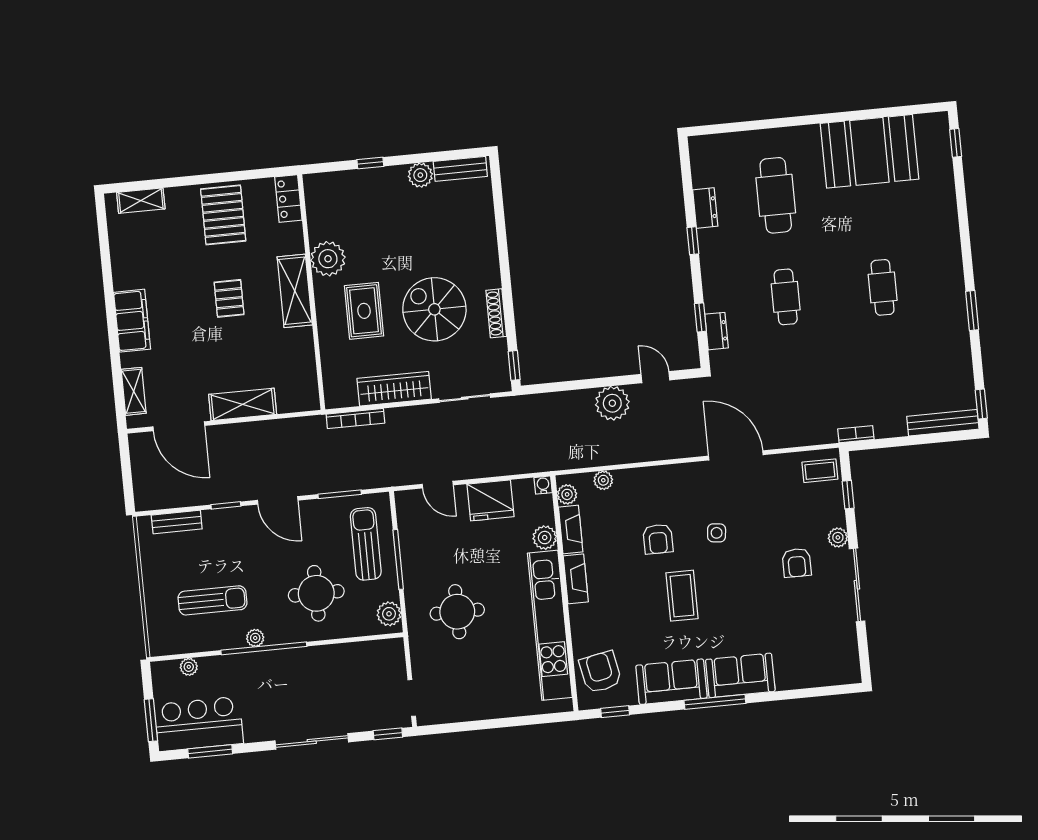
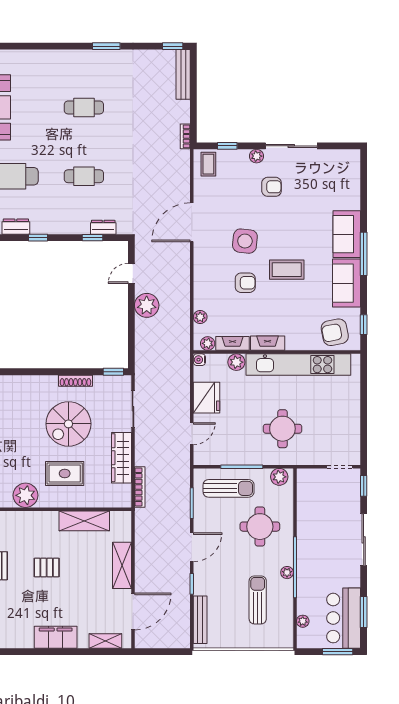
shelving: (295, 291) -> (84, 521), moved
bench: (177, 522) -> (200, 620), width x1.36
side table: (717, 533) -> (245, 241), width x1.87, depth x1.87
sun lounger: (366, 544) -> (229, 488), turned 180

